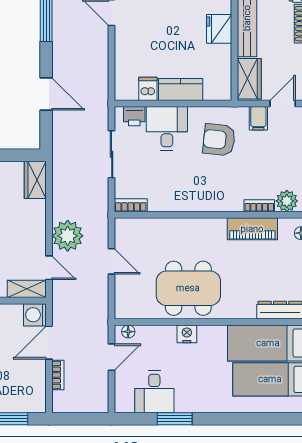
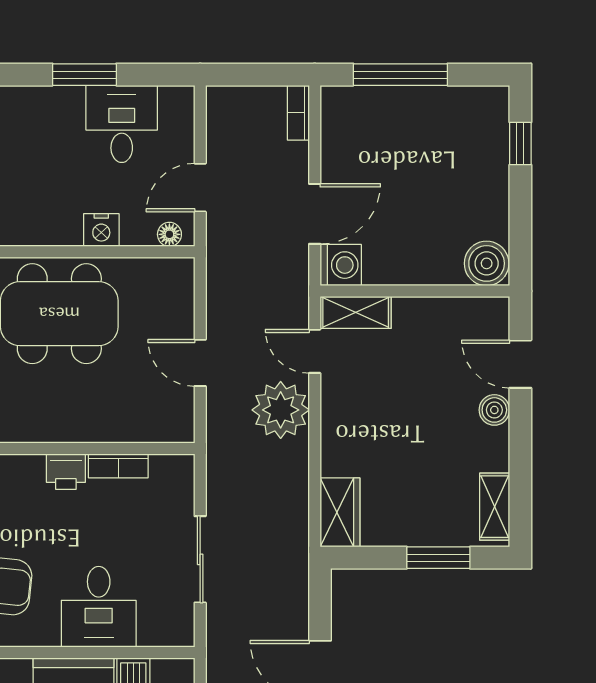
printer: (134, 116) -> (66, 472), moved, turned 180
bookcase: (131, 205) -> (118, 466), moved
nightstand: (187, 334) -> (101, 230), moved
bookcase: (58, 375) -> (298, 113), moved

